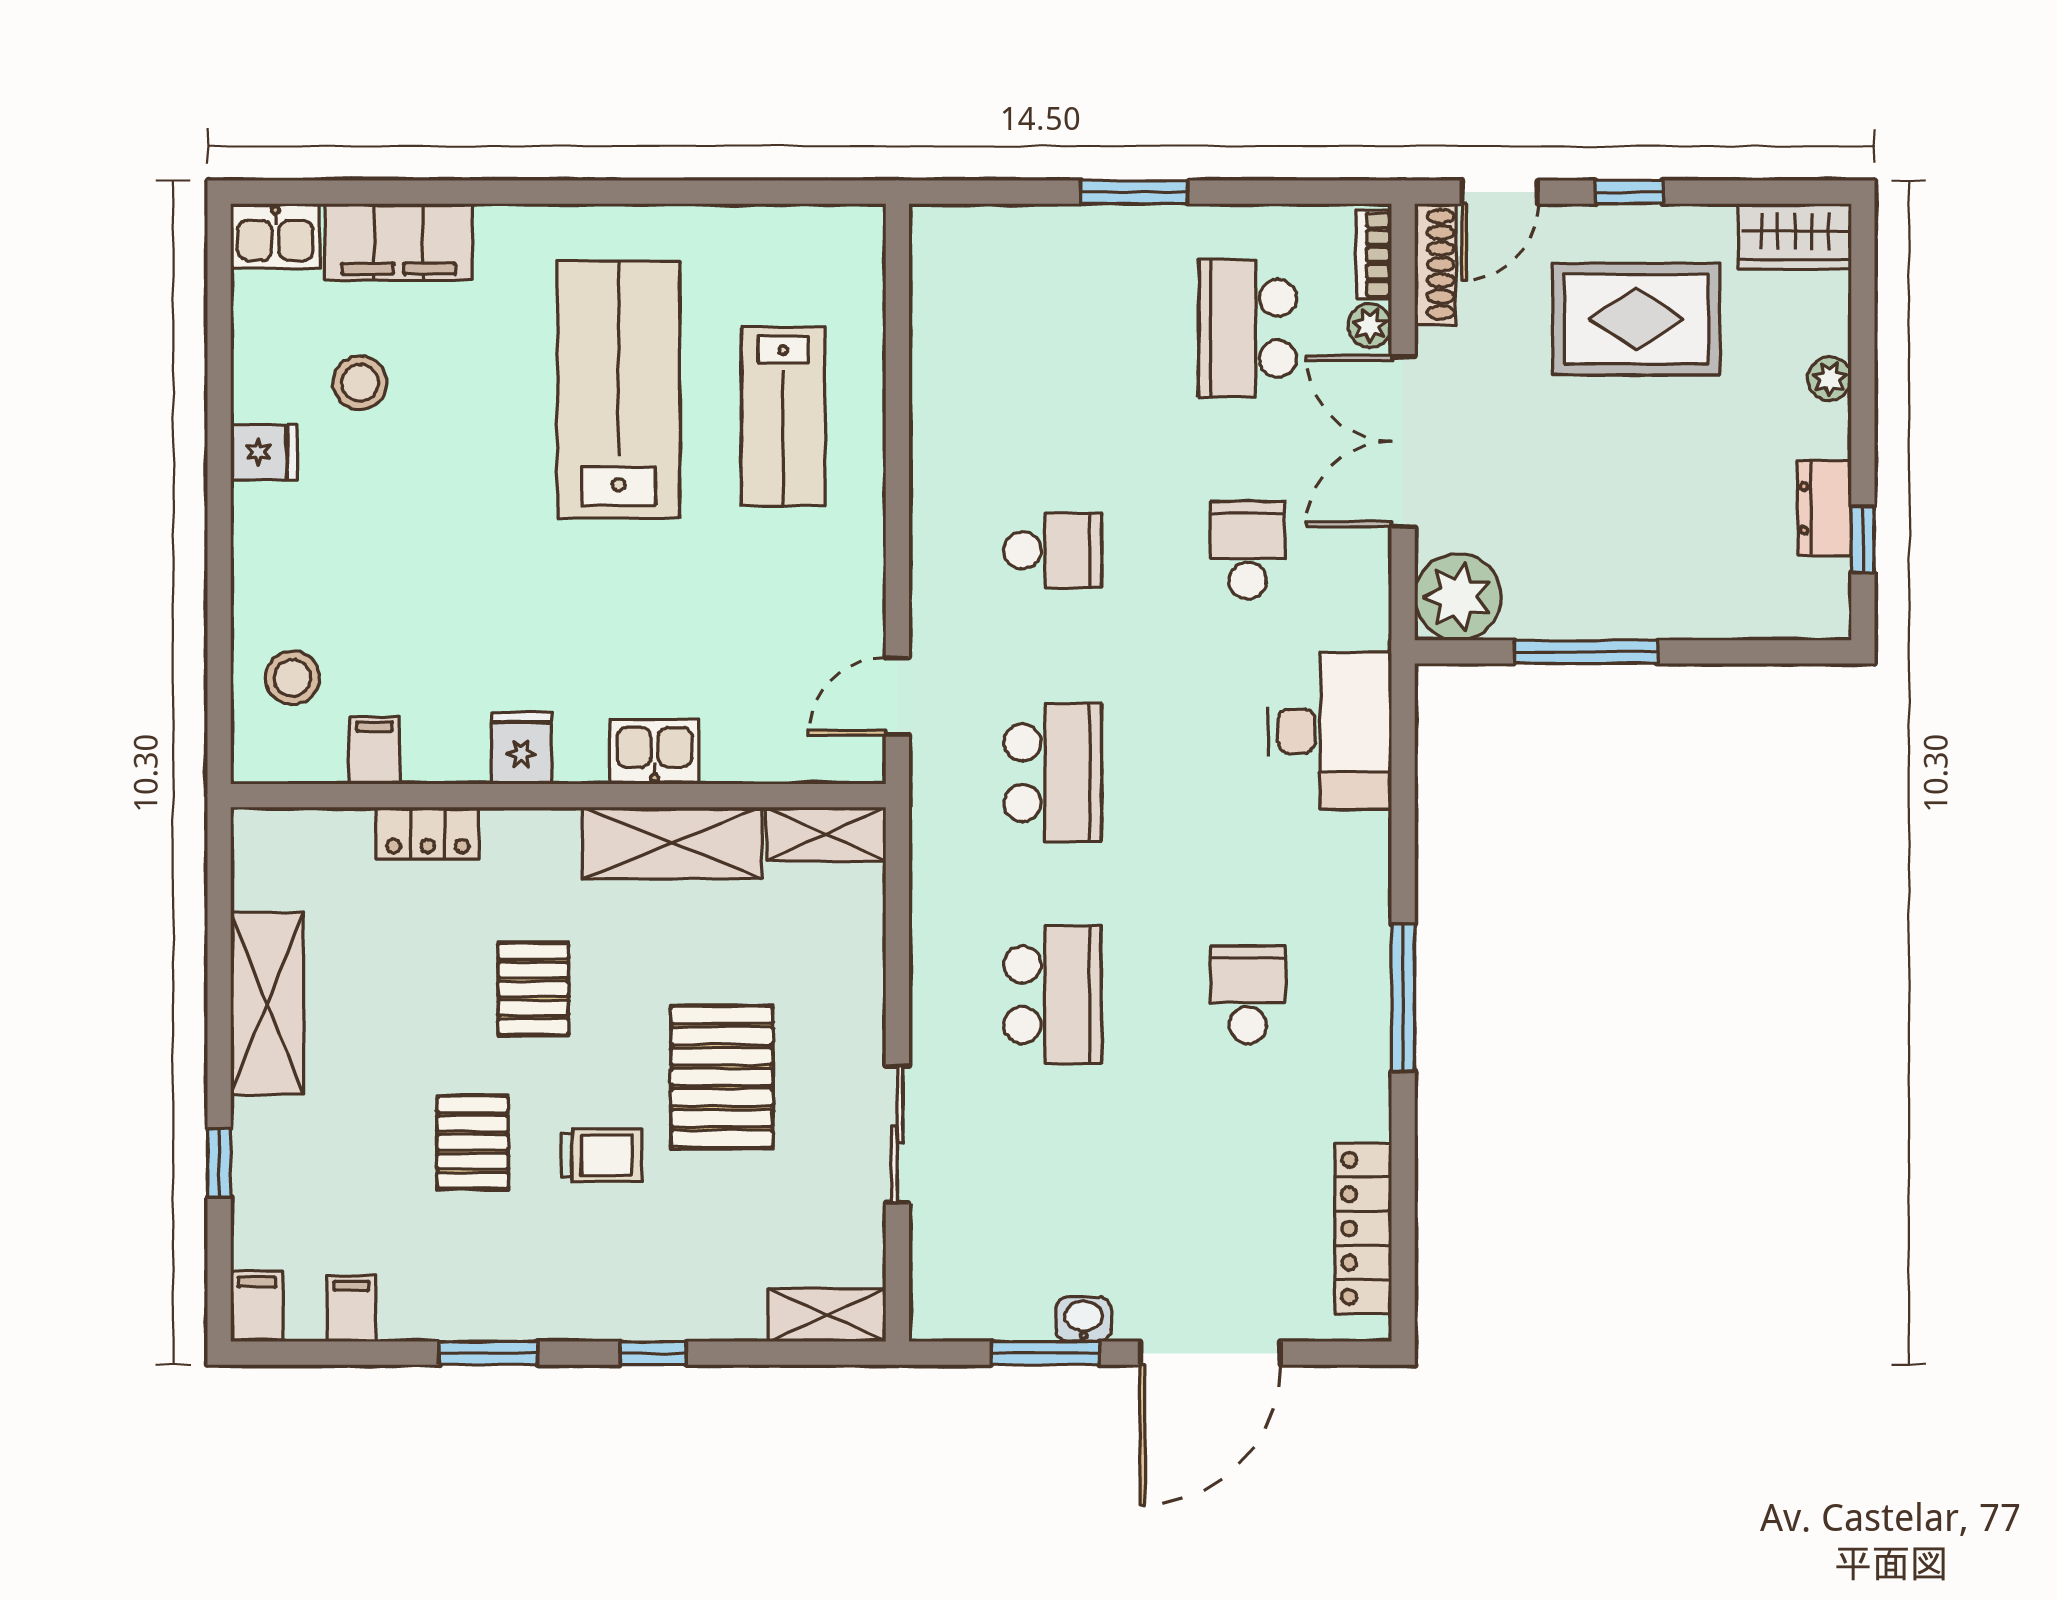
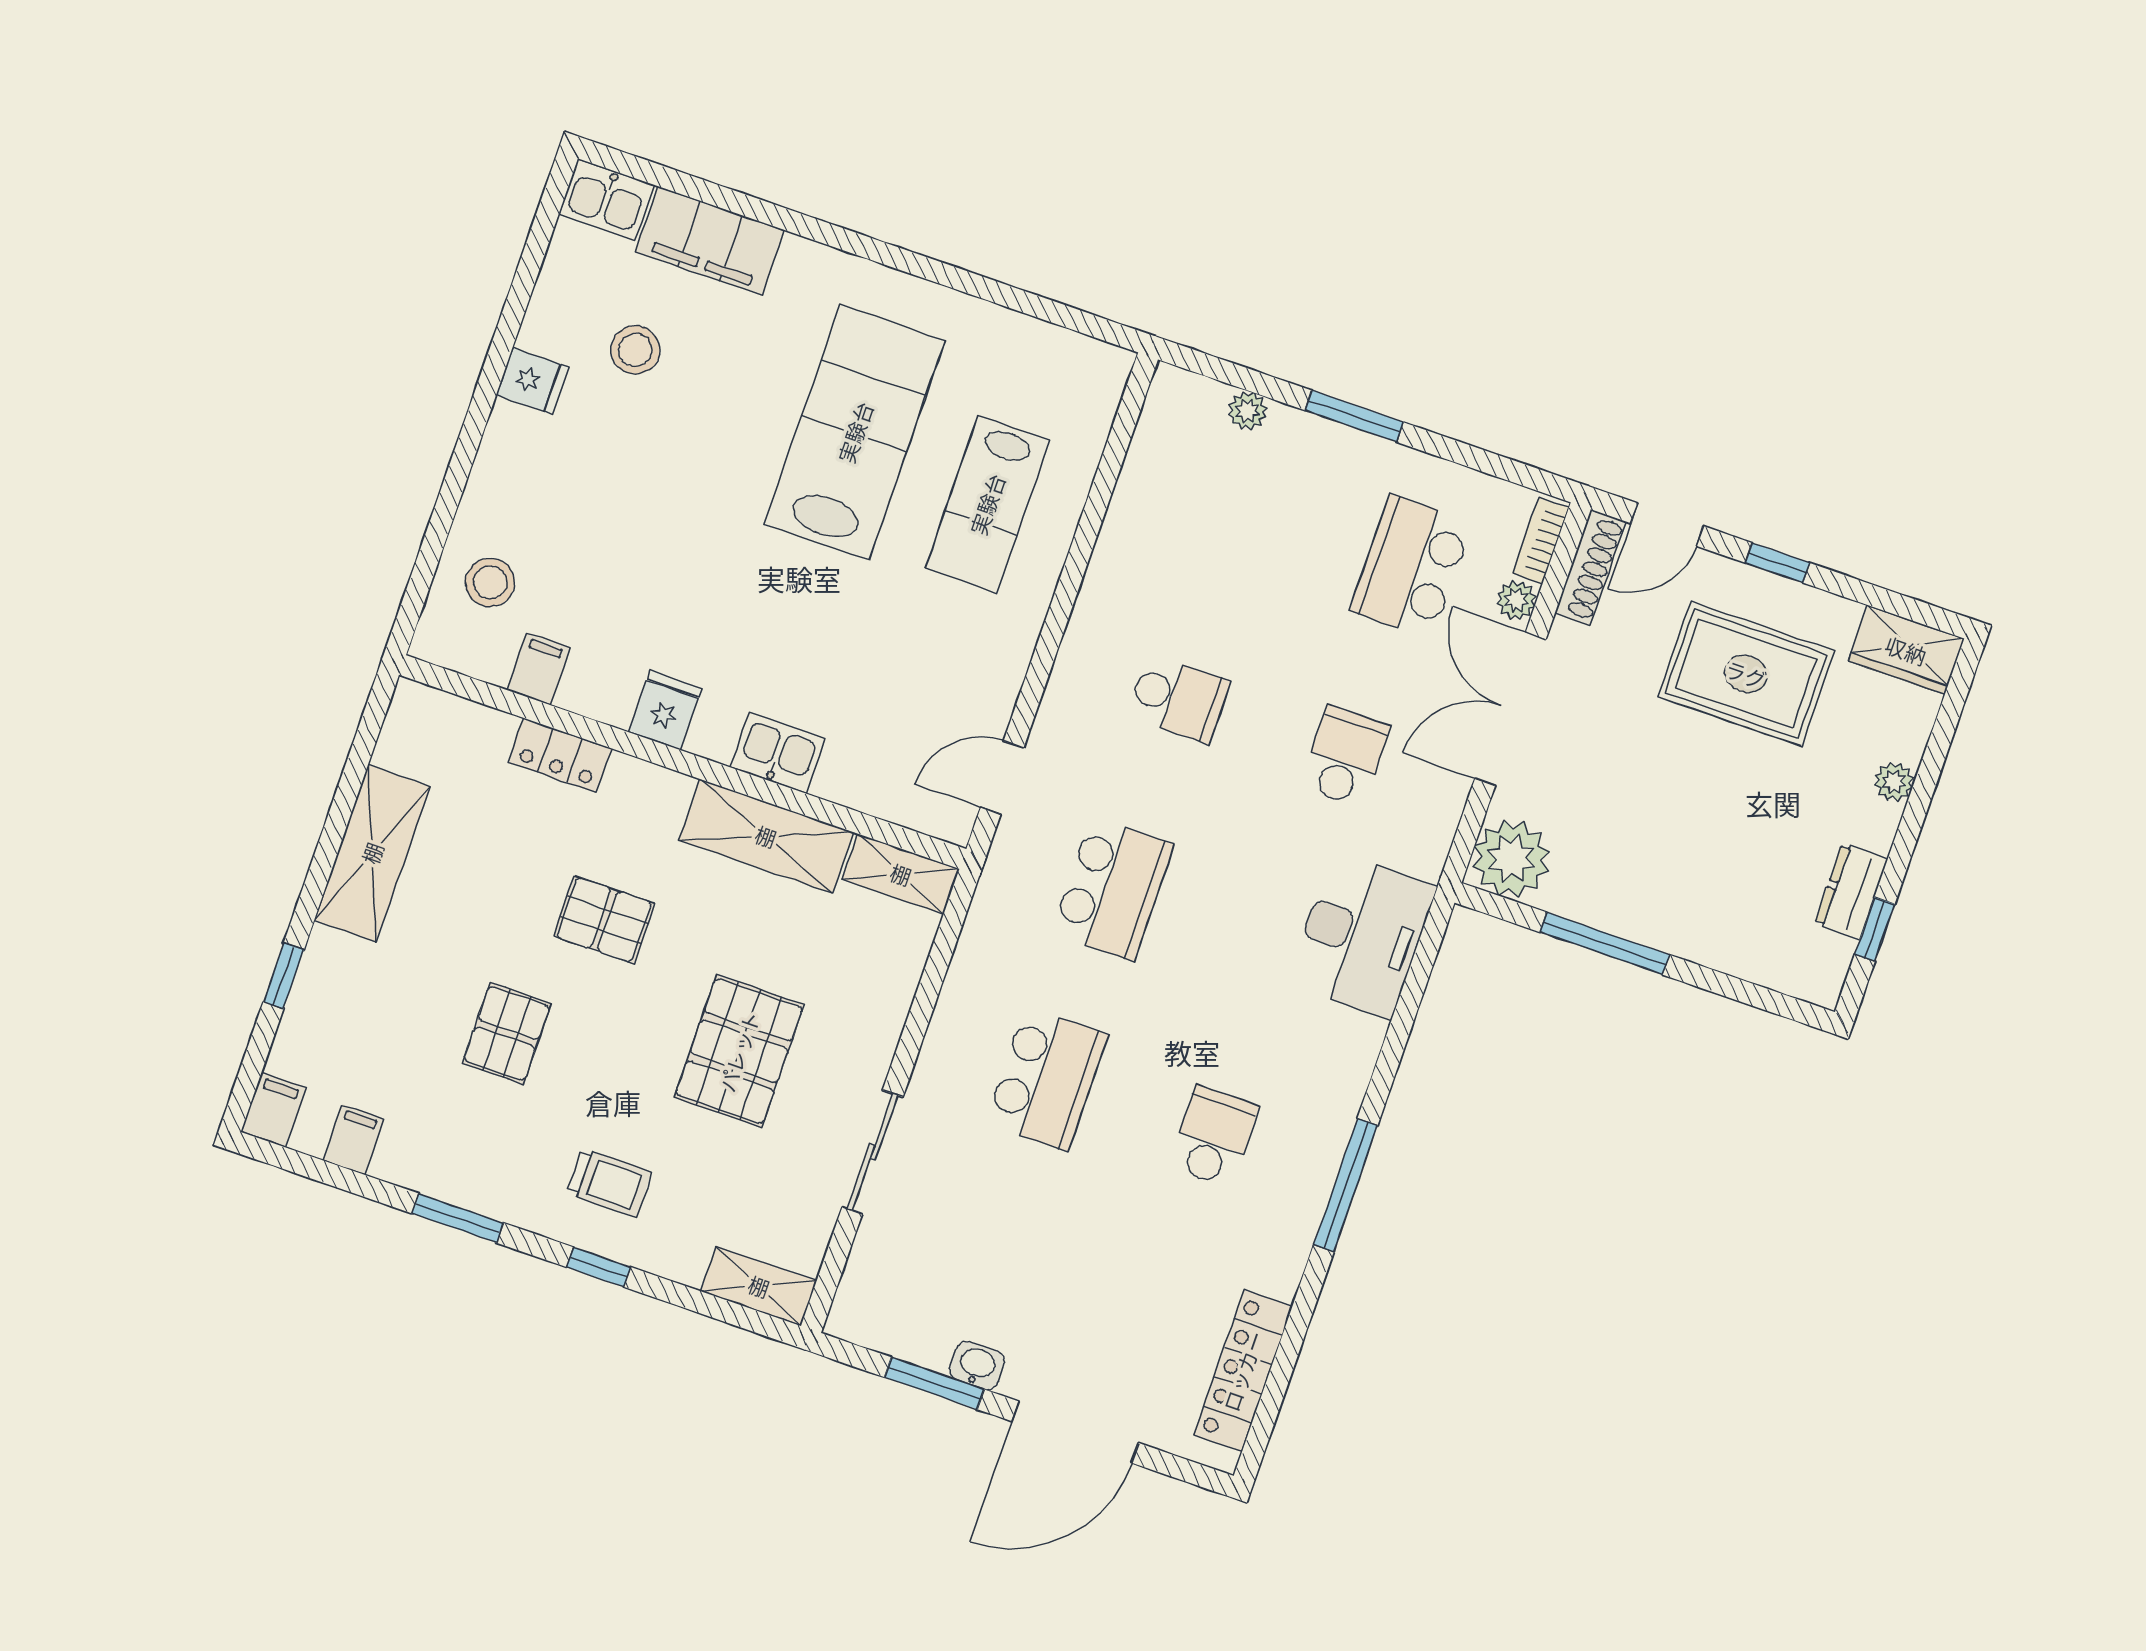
plant: (1021, 225) -> (1247, 411), added
pallet: (533, 989) -> (604, 920), turned 90
trolley: (601, 1155) -> (609, 1183), moved

